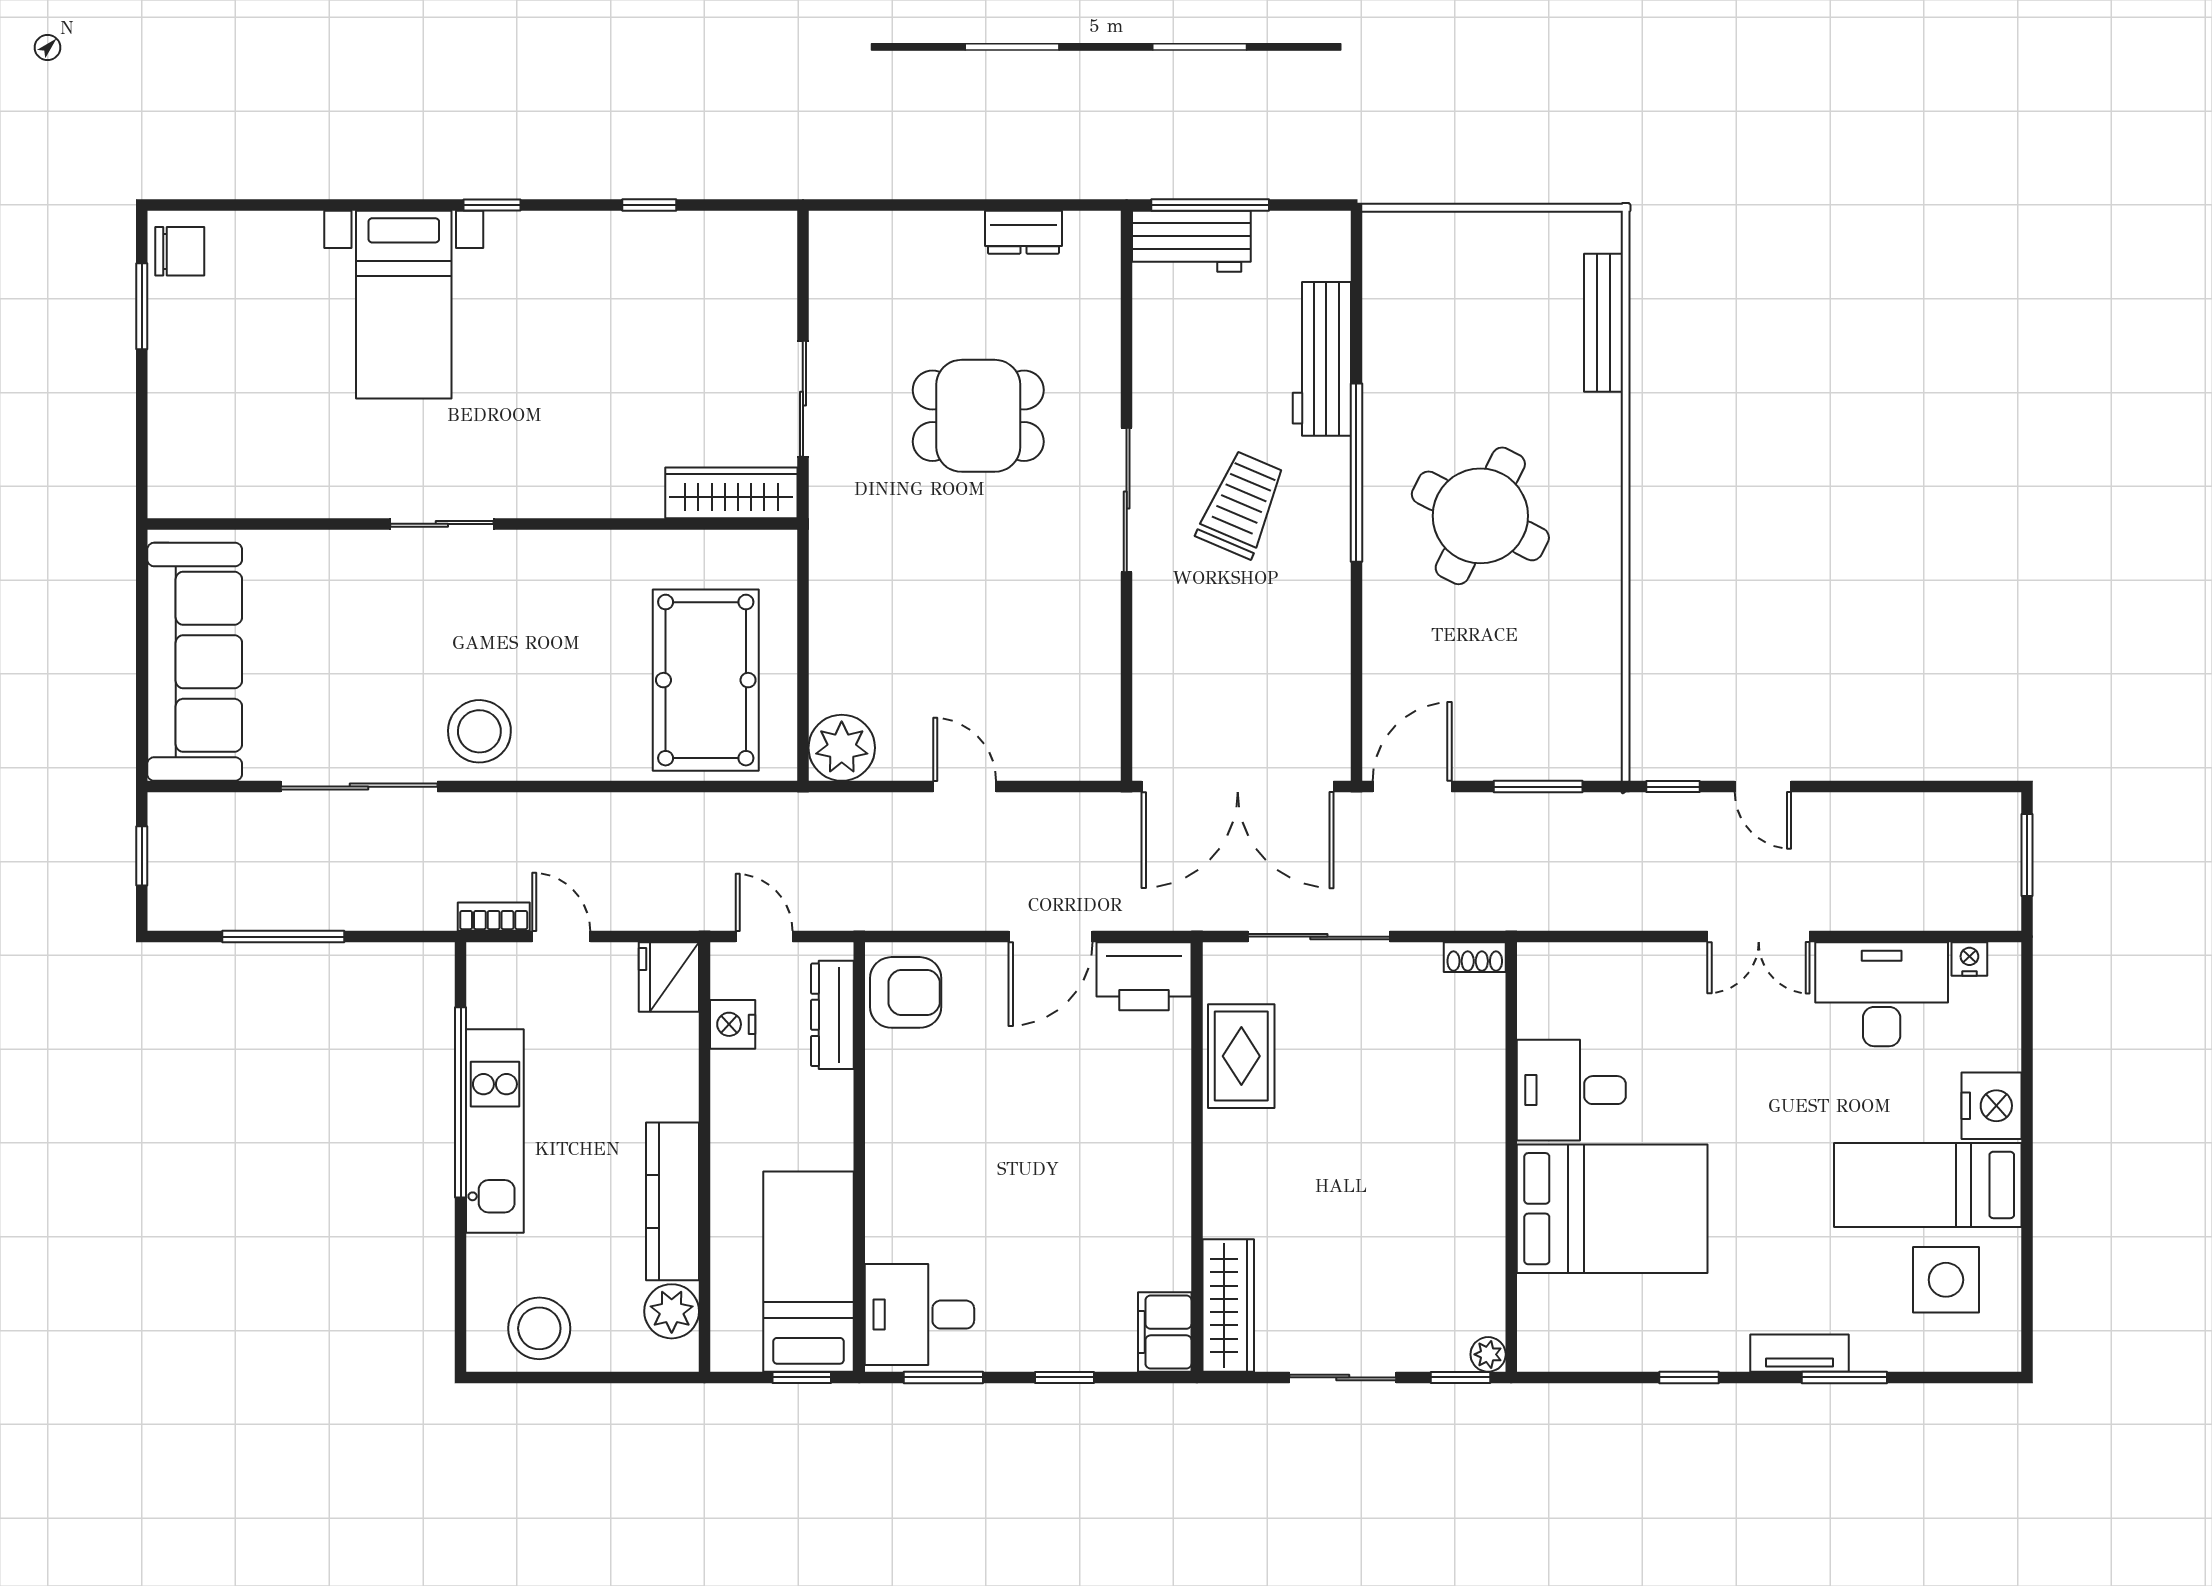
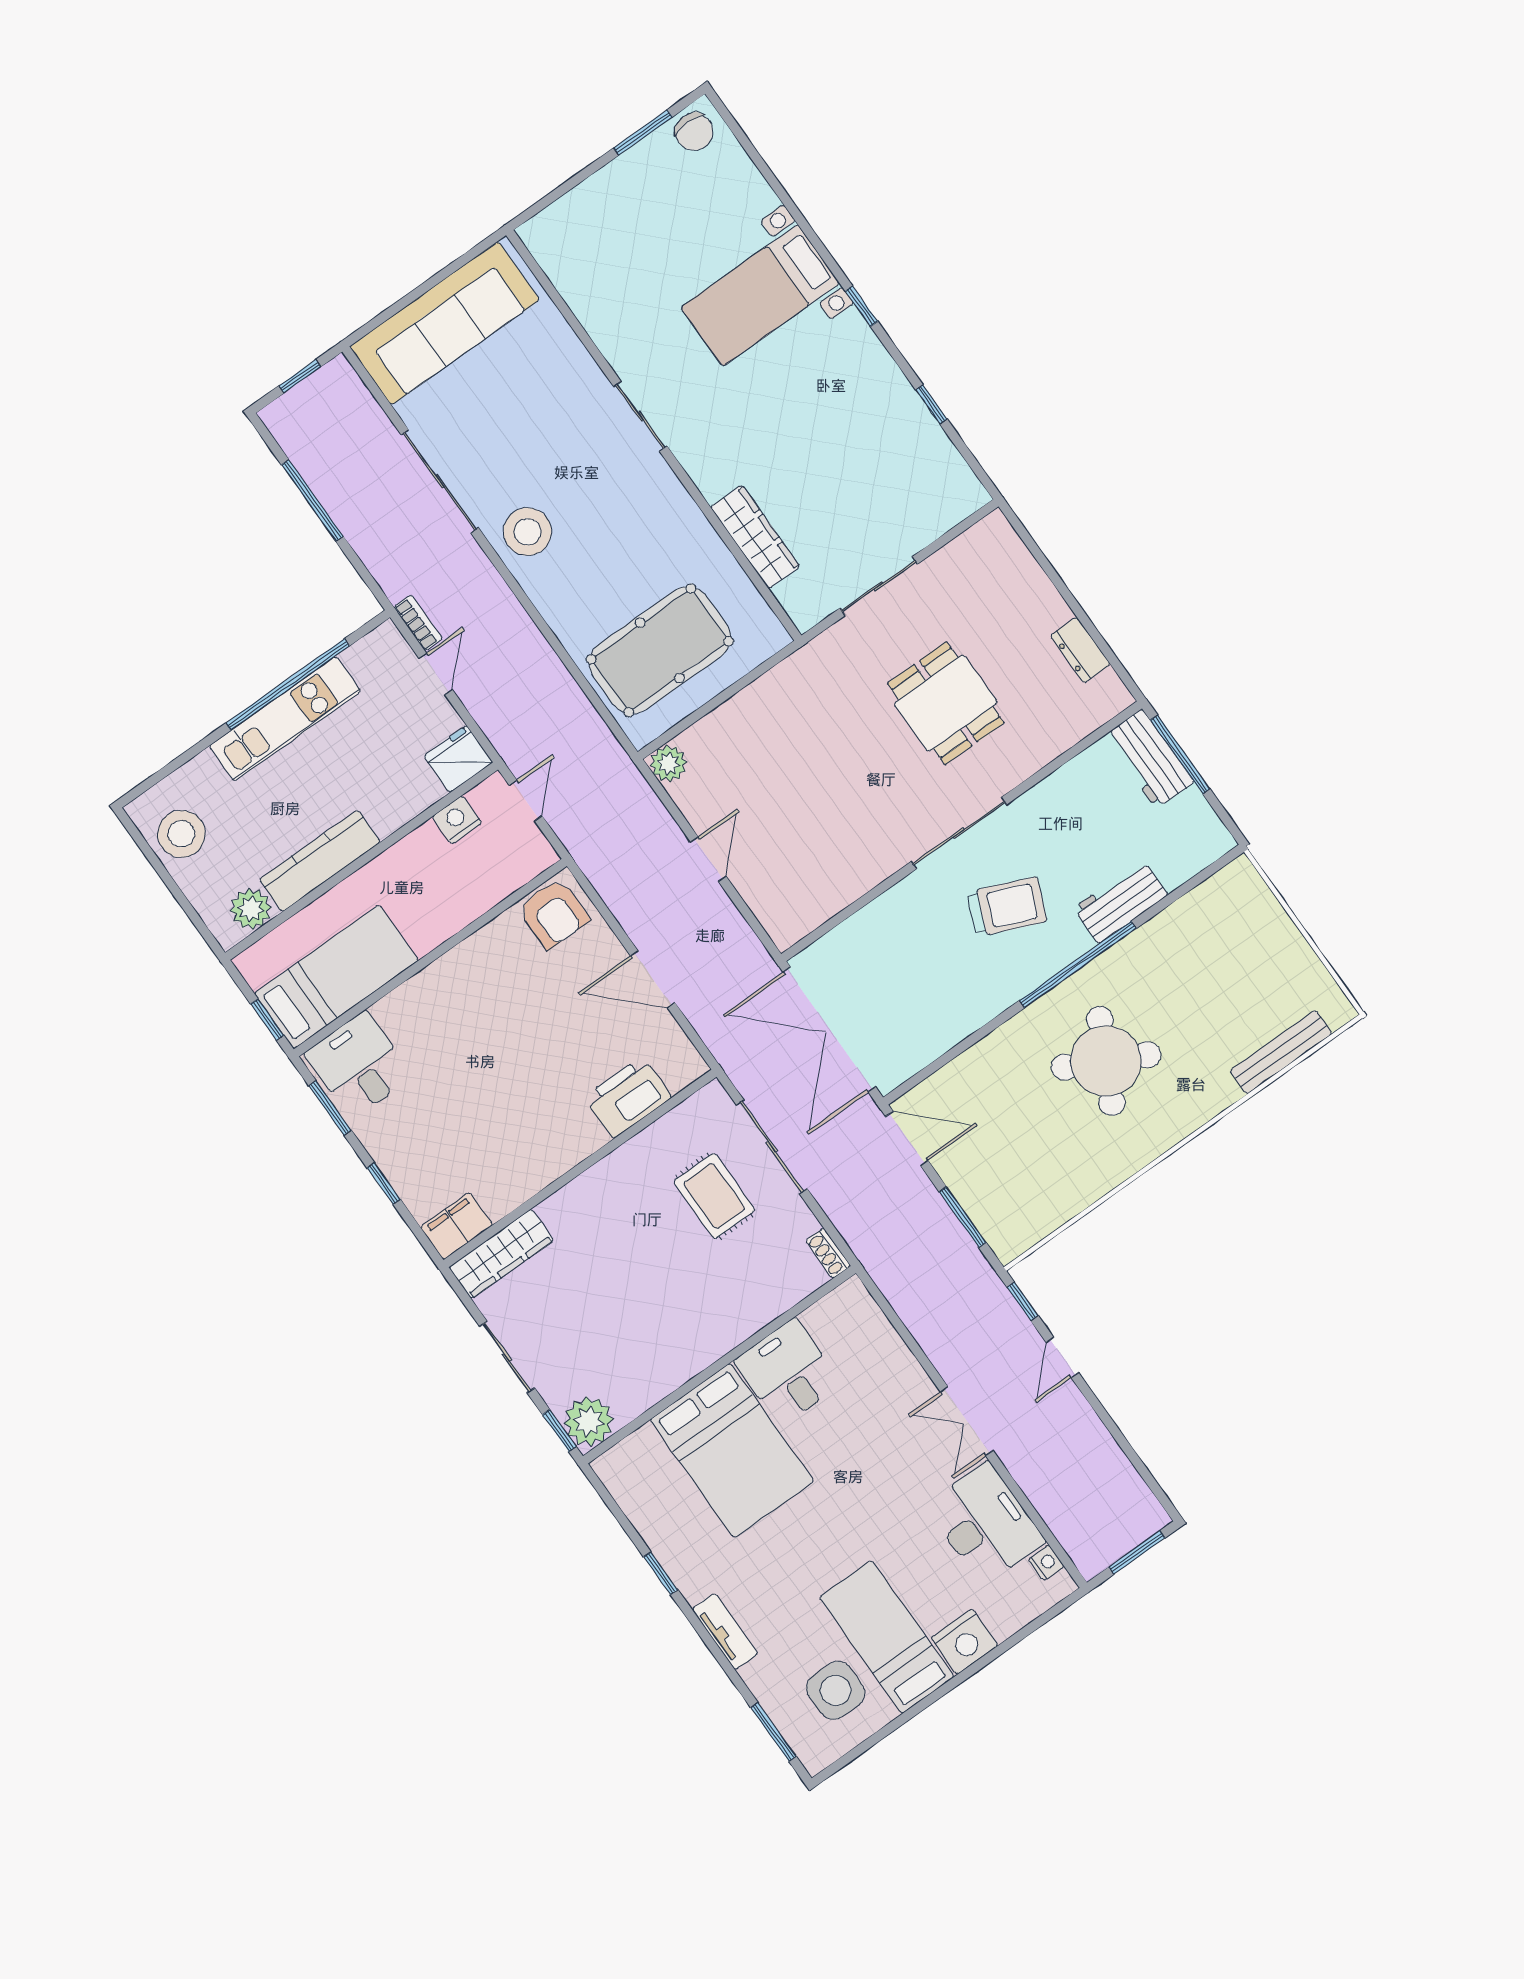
workbench: (1322, 359) -> (1121, 902), width x0.73
wardrobe: (731, 493) -> (755, 537), moved
plant: (842, 748) -> (669, 764), width x0.73, depth x0.73
printer: (1144, 976) -> (628, 1097), moved, turned 90
dresser: (832, 1015) -> (507, 878), removed
rug: (1241, 1056) -> (714, 1196), moved, turned 90
plant: (1488, 1354) -> (589, 1421), width x1.88, depth x1.88
window: (1844, 1377) -> (773, 1732), moved

